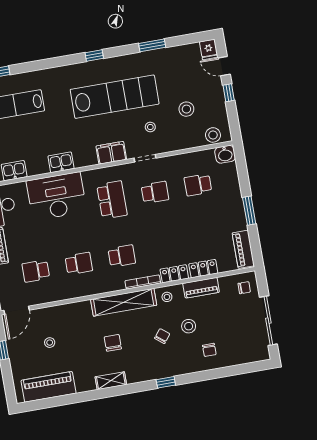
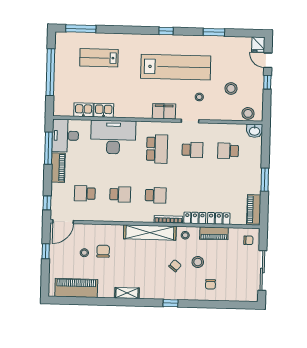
kitchen sink: (61, 162) -> (104, 110), moved
chair: (113, 343) -> (103, 251), moved

